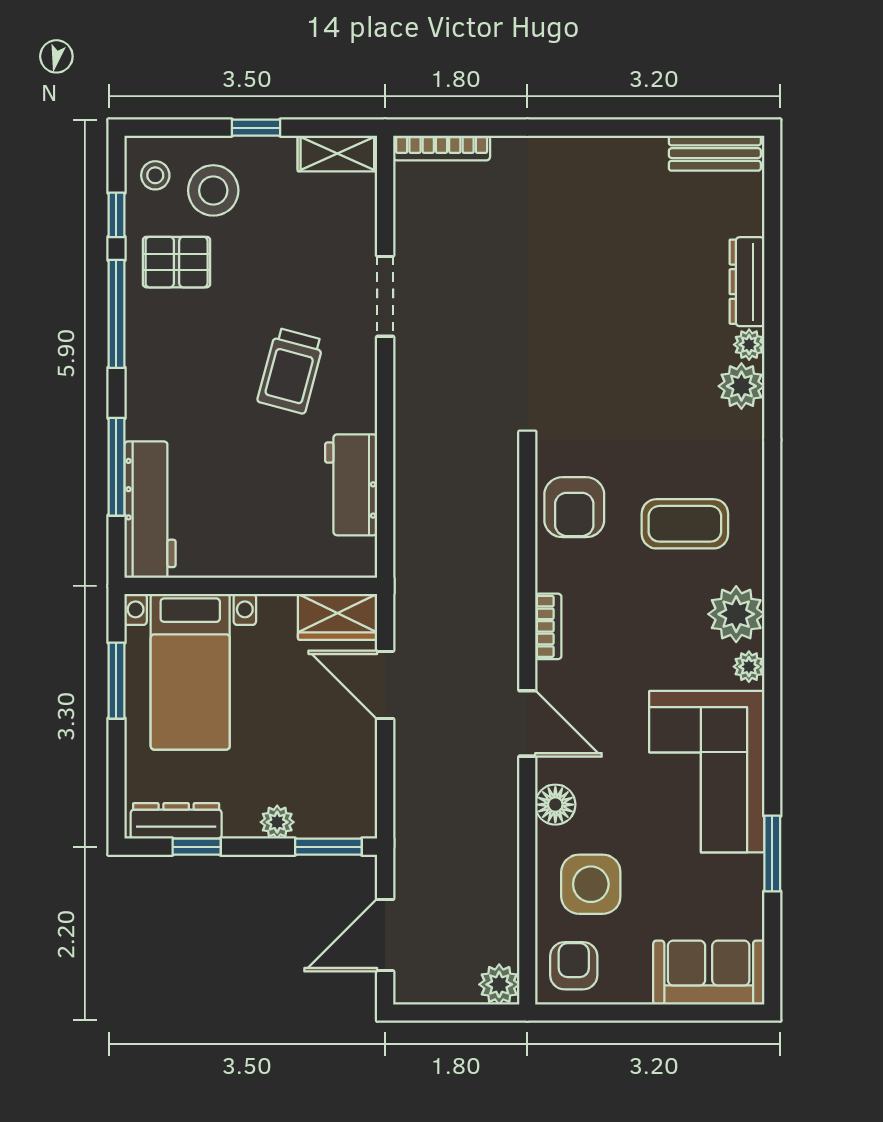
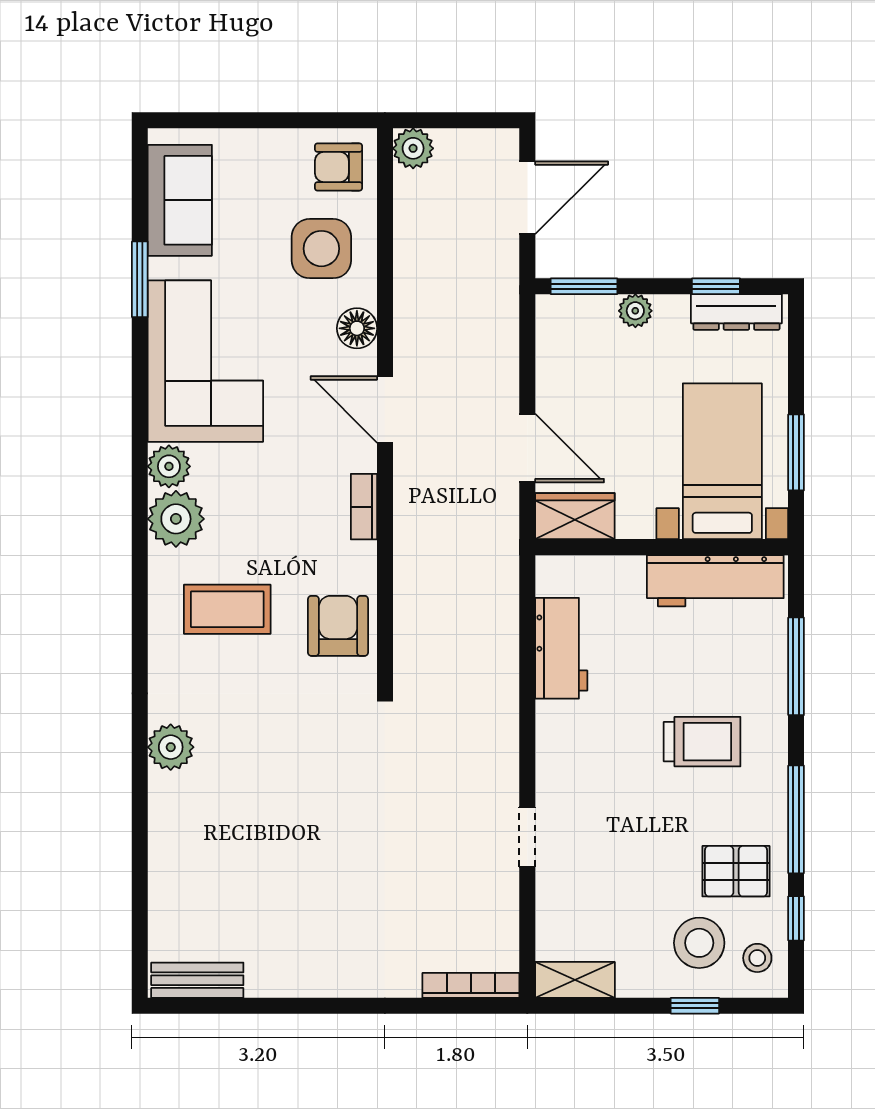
window: (256, 128) -> (695, 1006), moved
dresser: (747, 282) -> (165, 852), removed
doorway: (385, 296) -> (527, 837), width x0.73
plant: (749, 345) -> (163, 789), removed
trolley: (291, 371) -> (702, 742), moved, turned 75
workbench: (150, 510) -> (715, 581), moved, turned -90
plant: (749, 667) -> (169, 466), width x1.38, depth x1.38
armchair: (574, 966) -> (338, 167), turned 90
sofa: (709, 973) -> (180, 200), moved, turned -90

